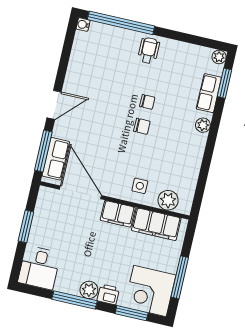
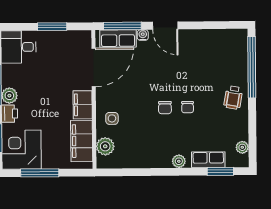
water cooler: (83, 25) -> (143, 35), moved
wheelchair: (149, 50) -> (233, 98), turned 100
plant: (219, 57) -> (242, 147), moved

